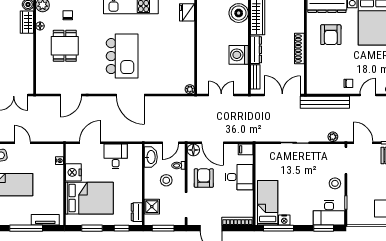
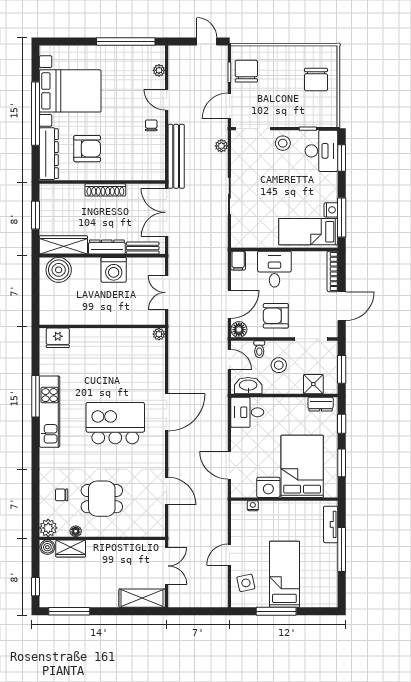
desk: (116, 156) -> (247, 412), moved

